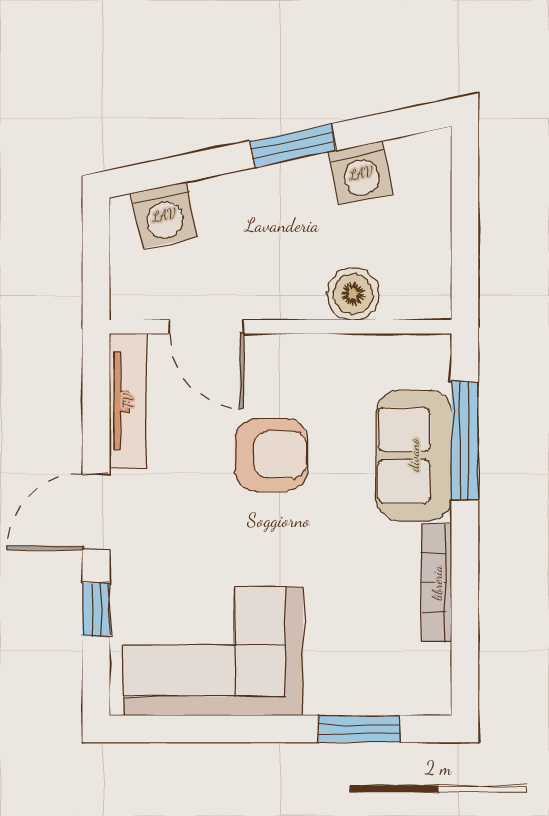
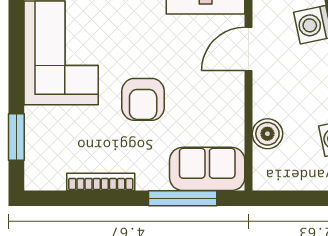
armchair: (271, 455) -> (143, 99), moved
sofa: (414, 455) -> (207, 169), moved

